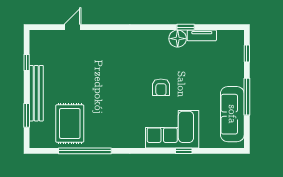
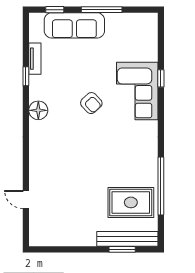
floor lamp: (178, 39) -> (38, 110), moved
window: (27, 63) -> (64, 249), removed
armchair: (161, 87) -> (91, 103), turned 47
bench: (36, 93) -> (127, 239), moved
sofa: (232, 114) -> (74, 25), moved

